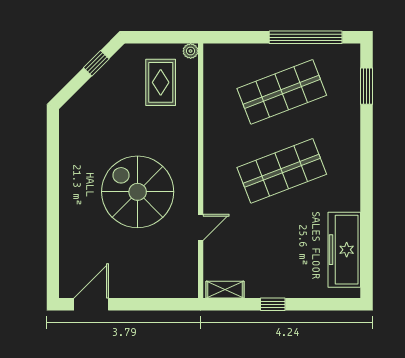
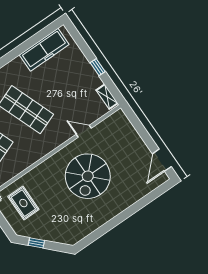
rug: (161, 82) -> (23, 203), turned 90
door: (91, 304) -> (162, 160), hinge flipped

